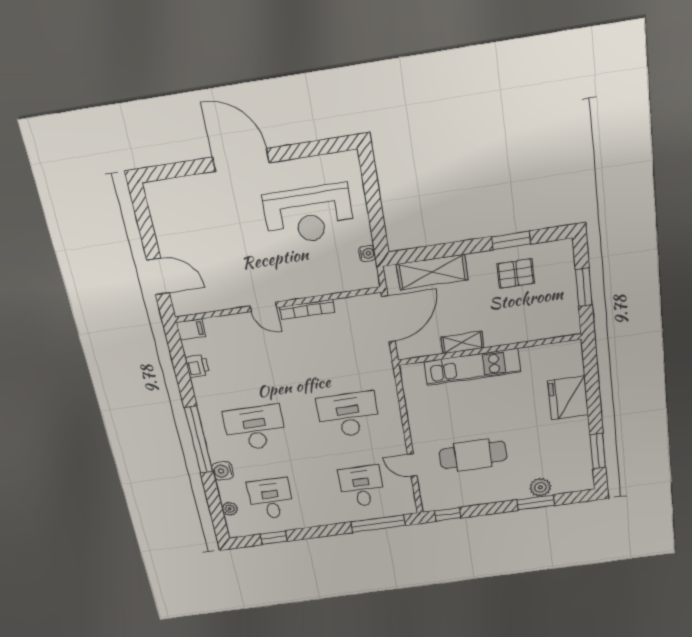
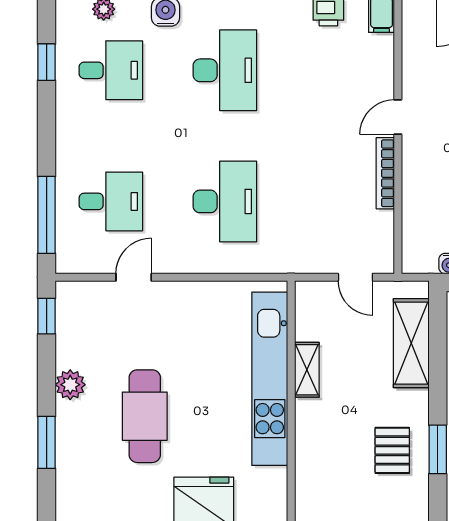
door: (388, 319) -> (355, 277), width x0.53
kitchen unit: (472, 367) -> (270, 379), width x1.36
cafe table: (473, 455) -> (145, 416), moved
plant: (540, 487) -> (70, 385), moved

